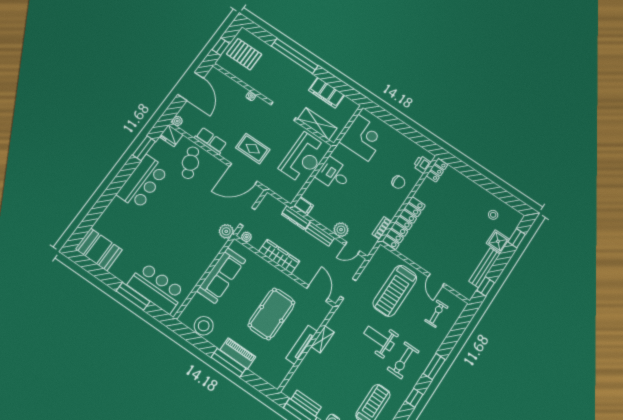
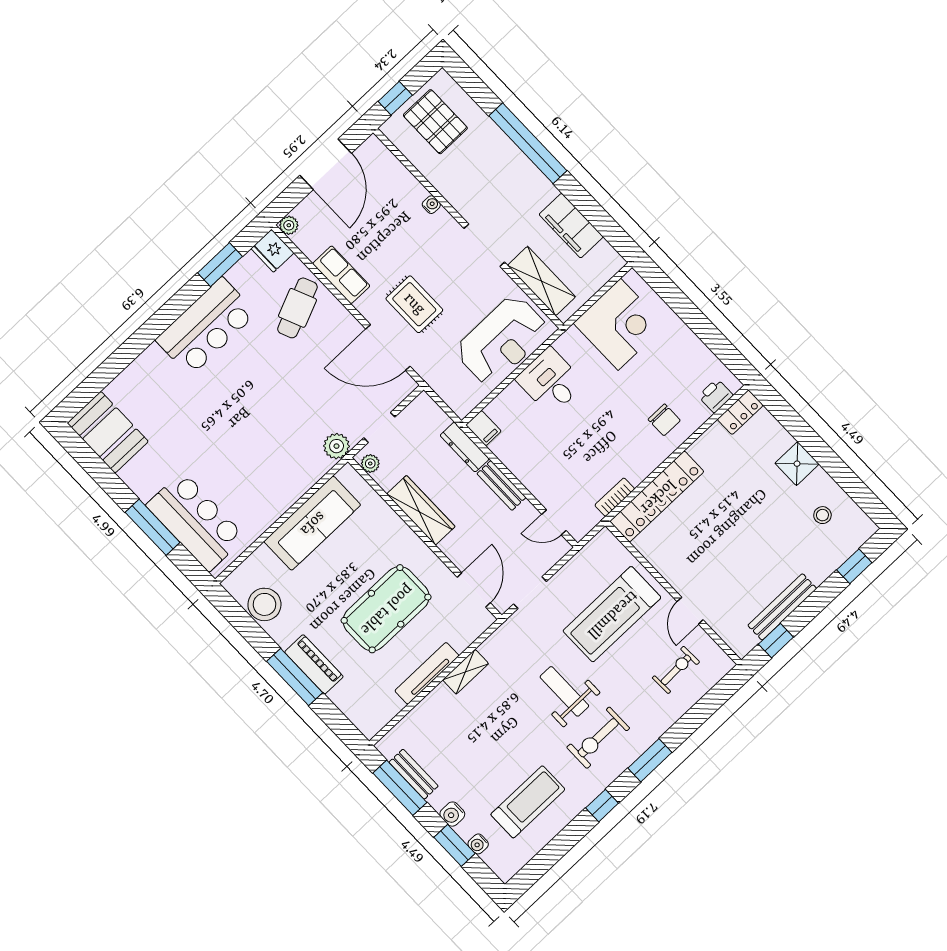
plant: (341, 230) -> (541, 485), removed
shower: (498, 241) -> (797, 464), moved

